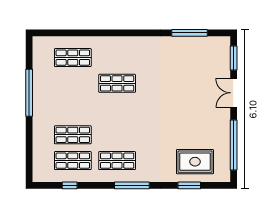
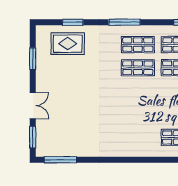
window: (190, 33) -> (60, 160), moved
shop shelf: (117, 83) -> (138, 68), moved
window: (234, 145) -> (33, 59), width x0.47

